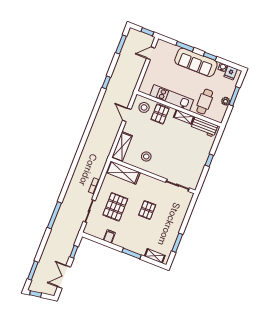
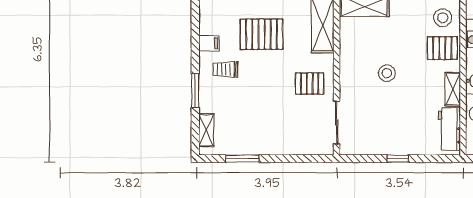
stool: (146, 156) -> (387, 73), moved
pallet: (147, 210) -> (310, 84), moved
trolley: (127, 233) -> (225, 70), added

